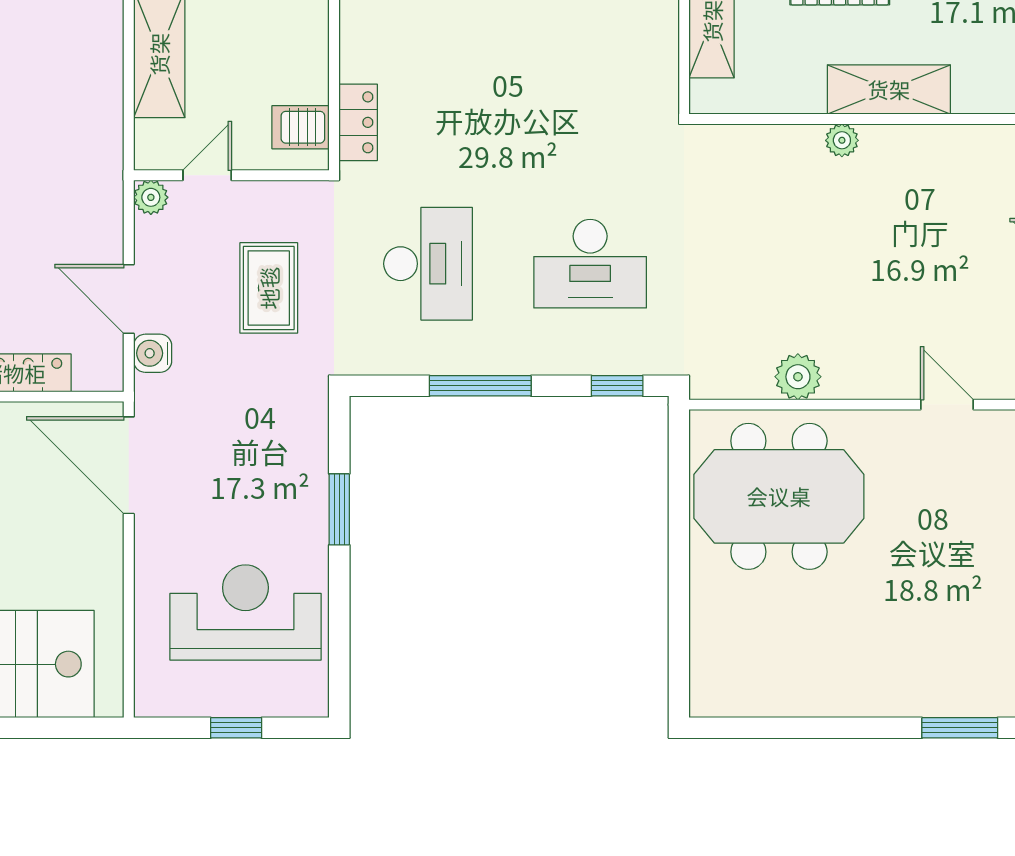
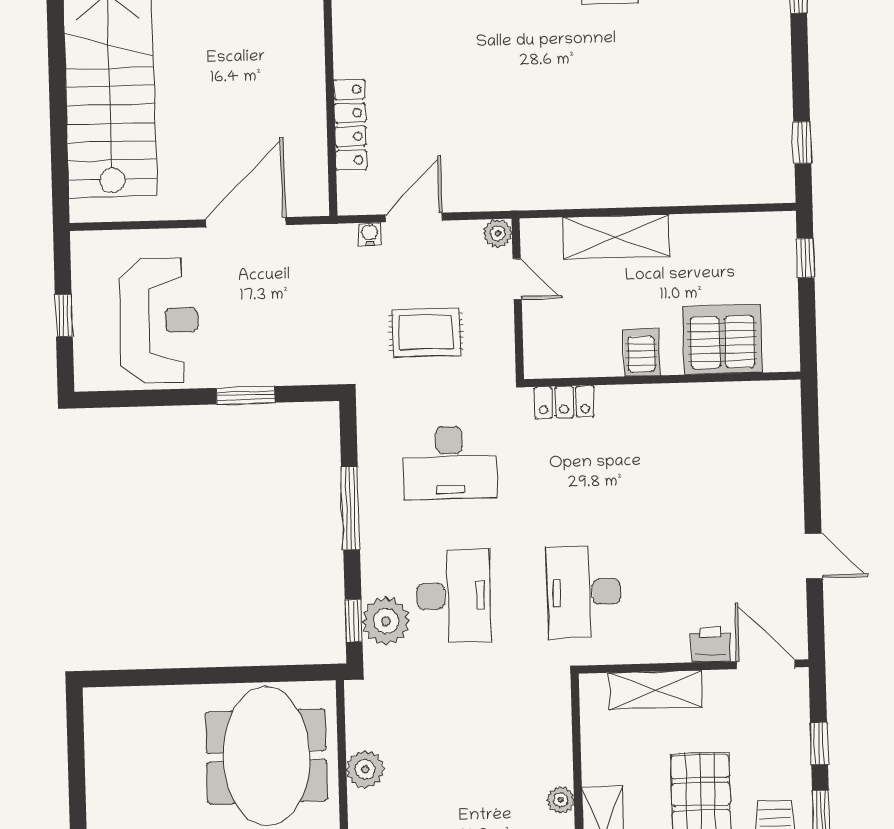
desk: (590, 105) -> (584, 592), added
server rack: (301, 127) -> (641, 352), moved
desk: (590, 264) -> (453, 596), turned 180
plant: (619, 346) -> (386, 621), added
water cooler: (153, 353) -> (370, 234), width x0.72, depth x0.72
door: (129, 465) -> (246, 222), moved

